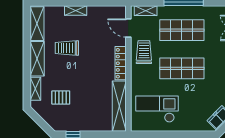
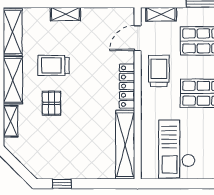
door: (128, 28) -> (138, 38), hinge flipped
pallet: (61, 98) -> (51, 103), moved, turned 90
checkout: (157, 109) -> (177, 149), turned -90

